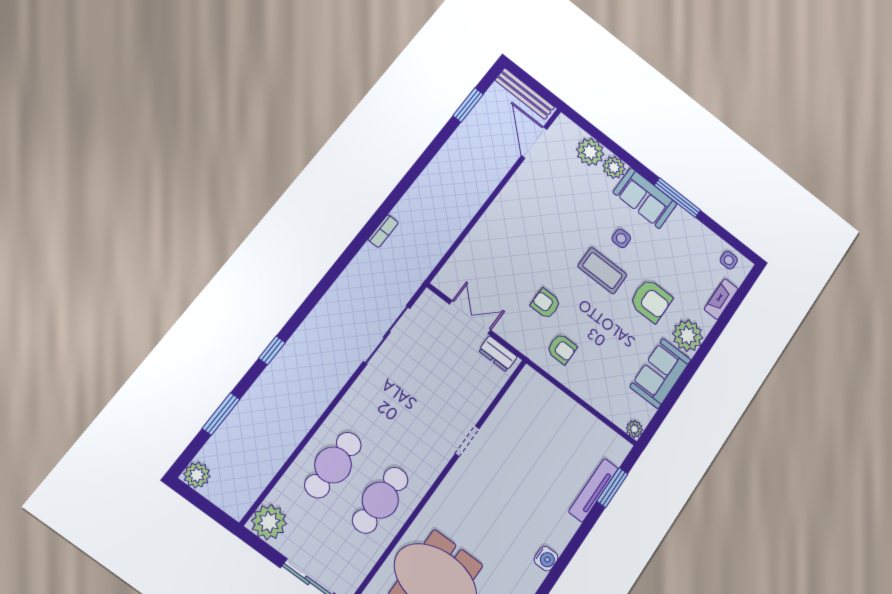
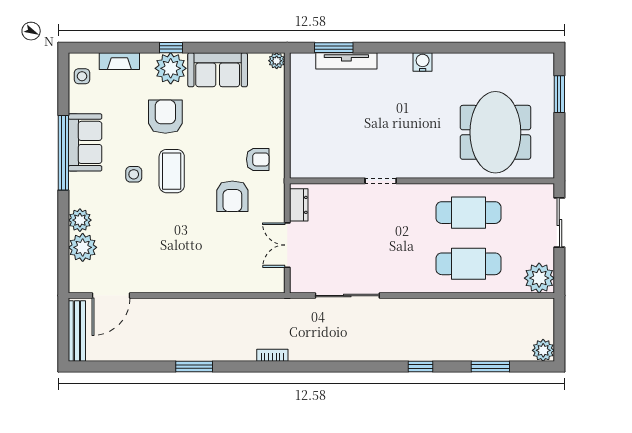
window: (468, 105) -> (194, 367), moved
sofa: (645, 198) -> (85, 142), moved
window: (678, 198) -> (63, 153), width x1.46
armchair: (546, 304) -> (232, 196), width x1.38, depth x1.38
armchair: (562, 349) -> (258, 159), turned 90
window: (704, 349) -> (171, 48), added

